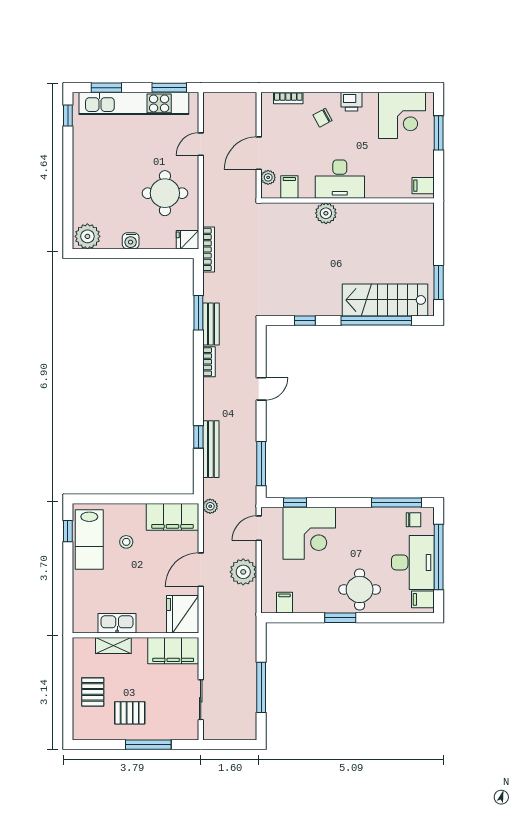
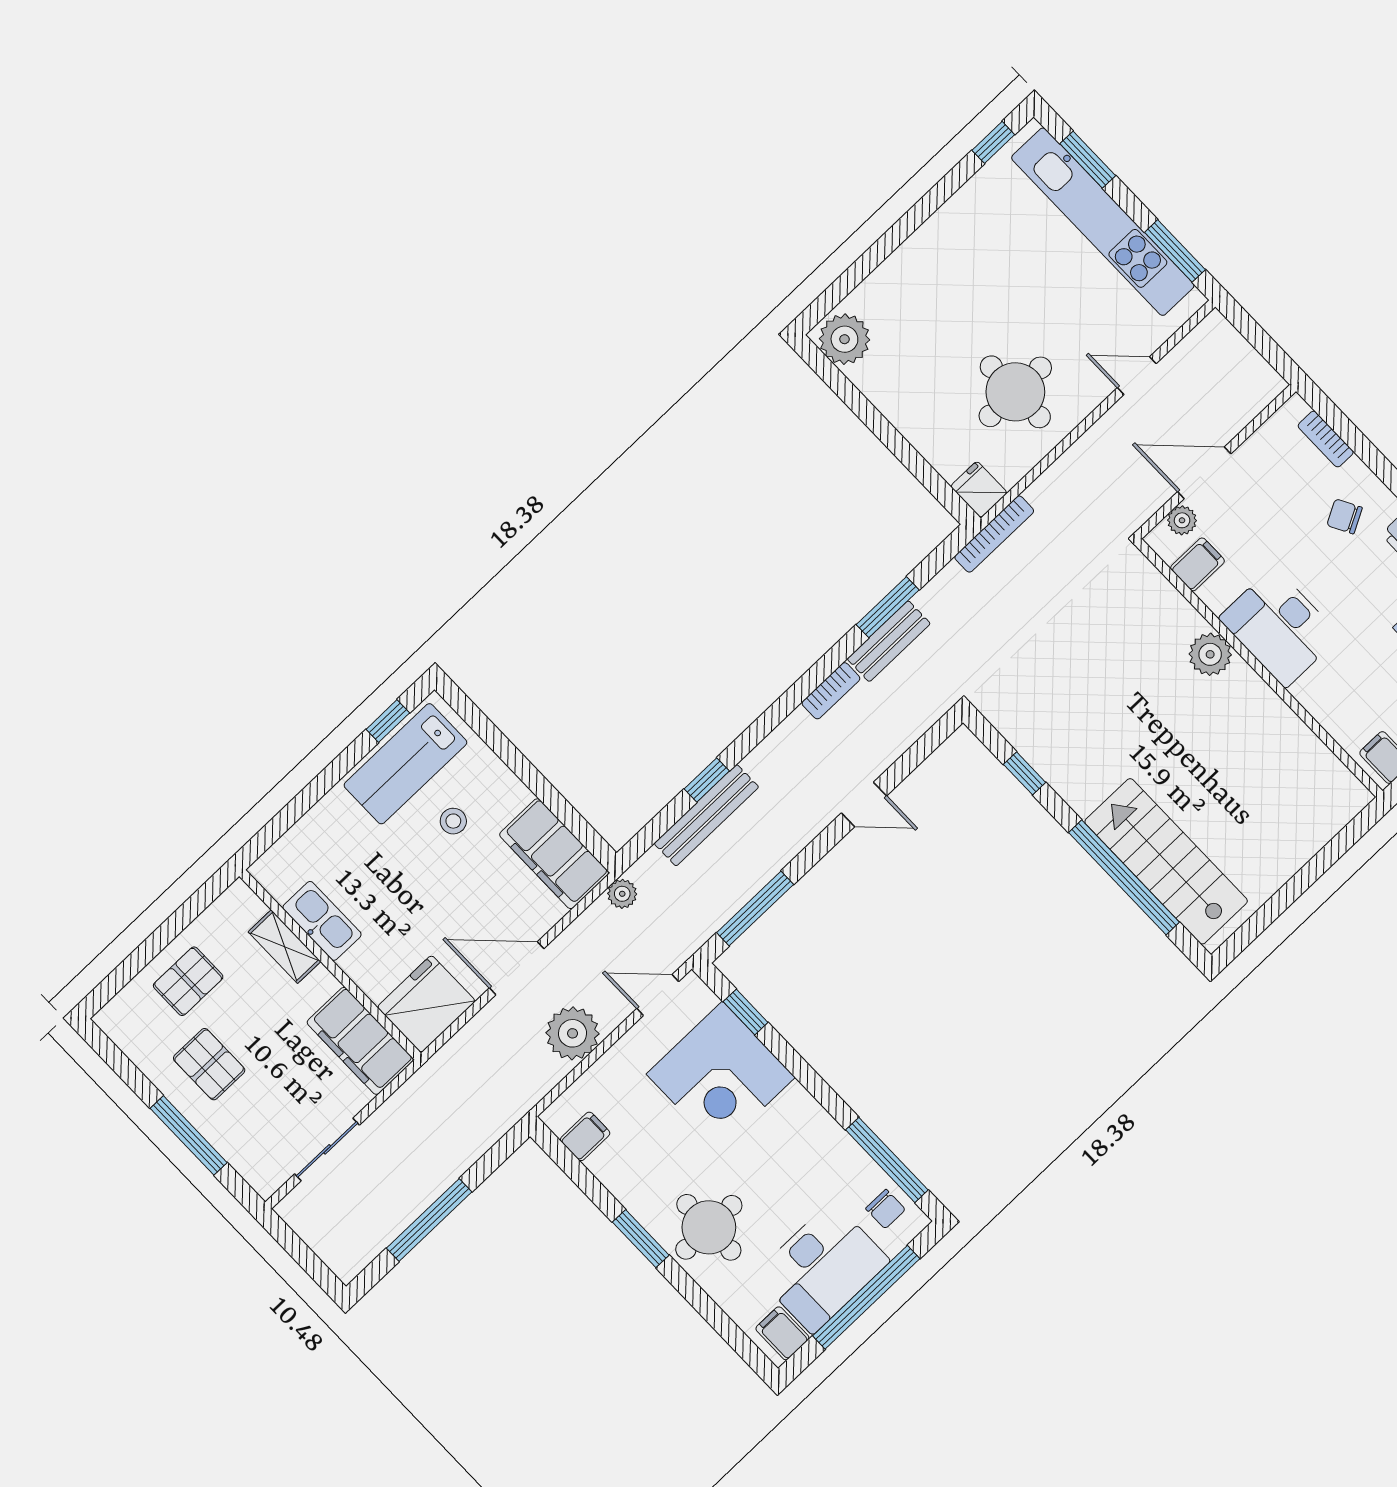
water cooler: (131, 241) -> (898, 408), removed
window: (439, 282) -> (1266, 915), removed

